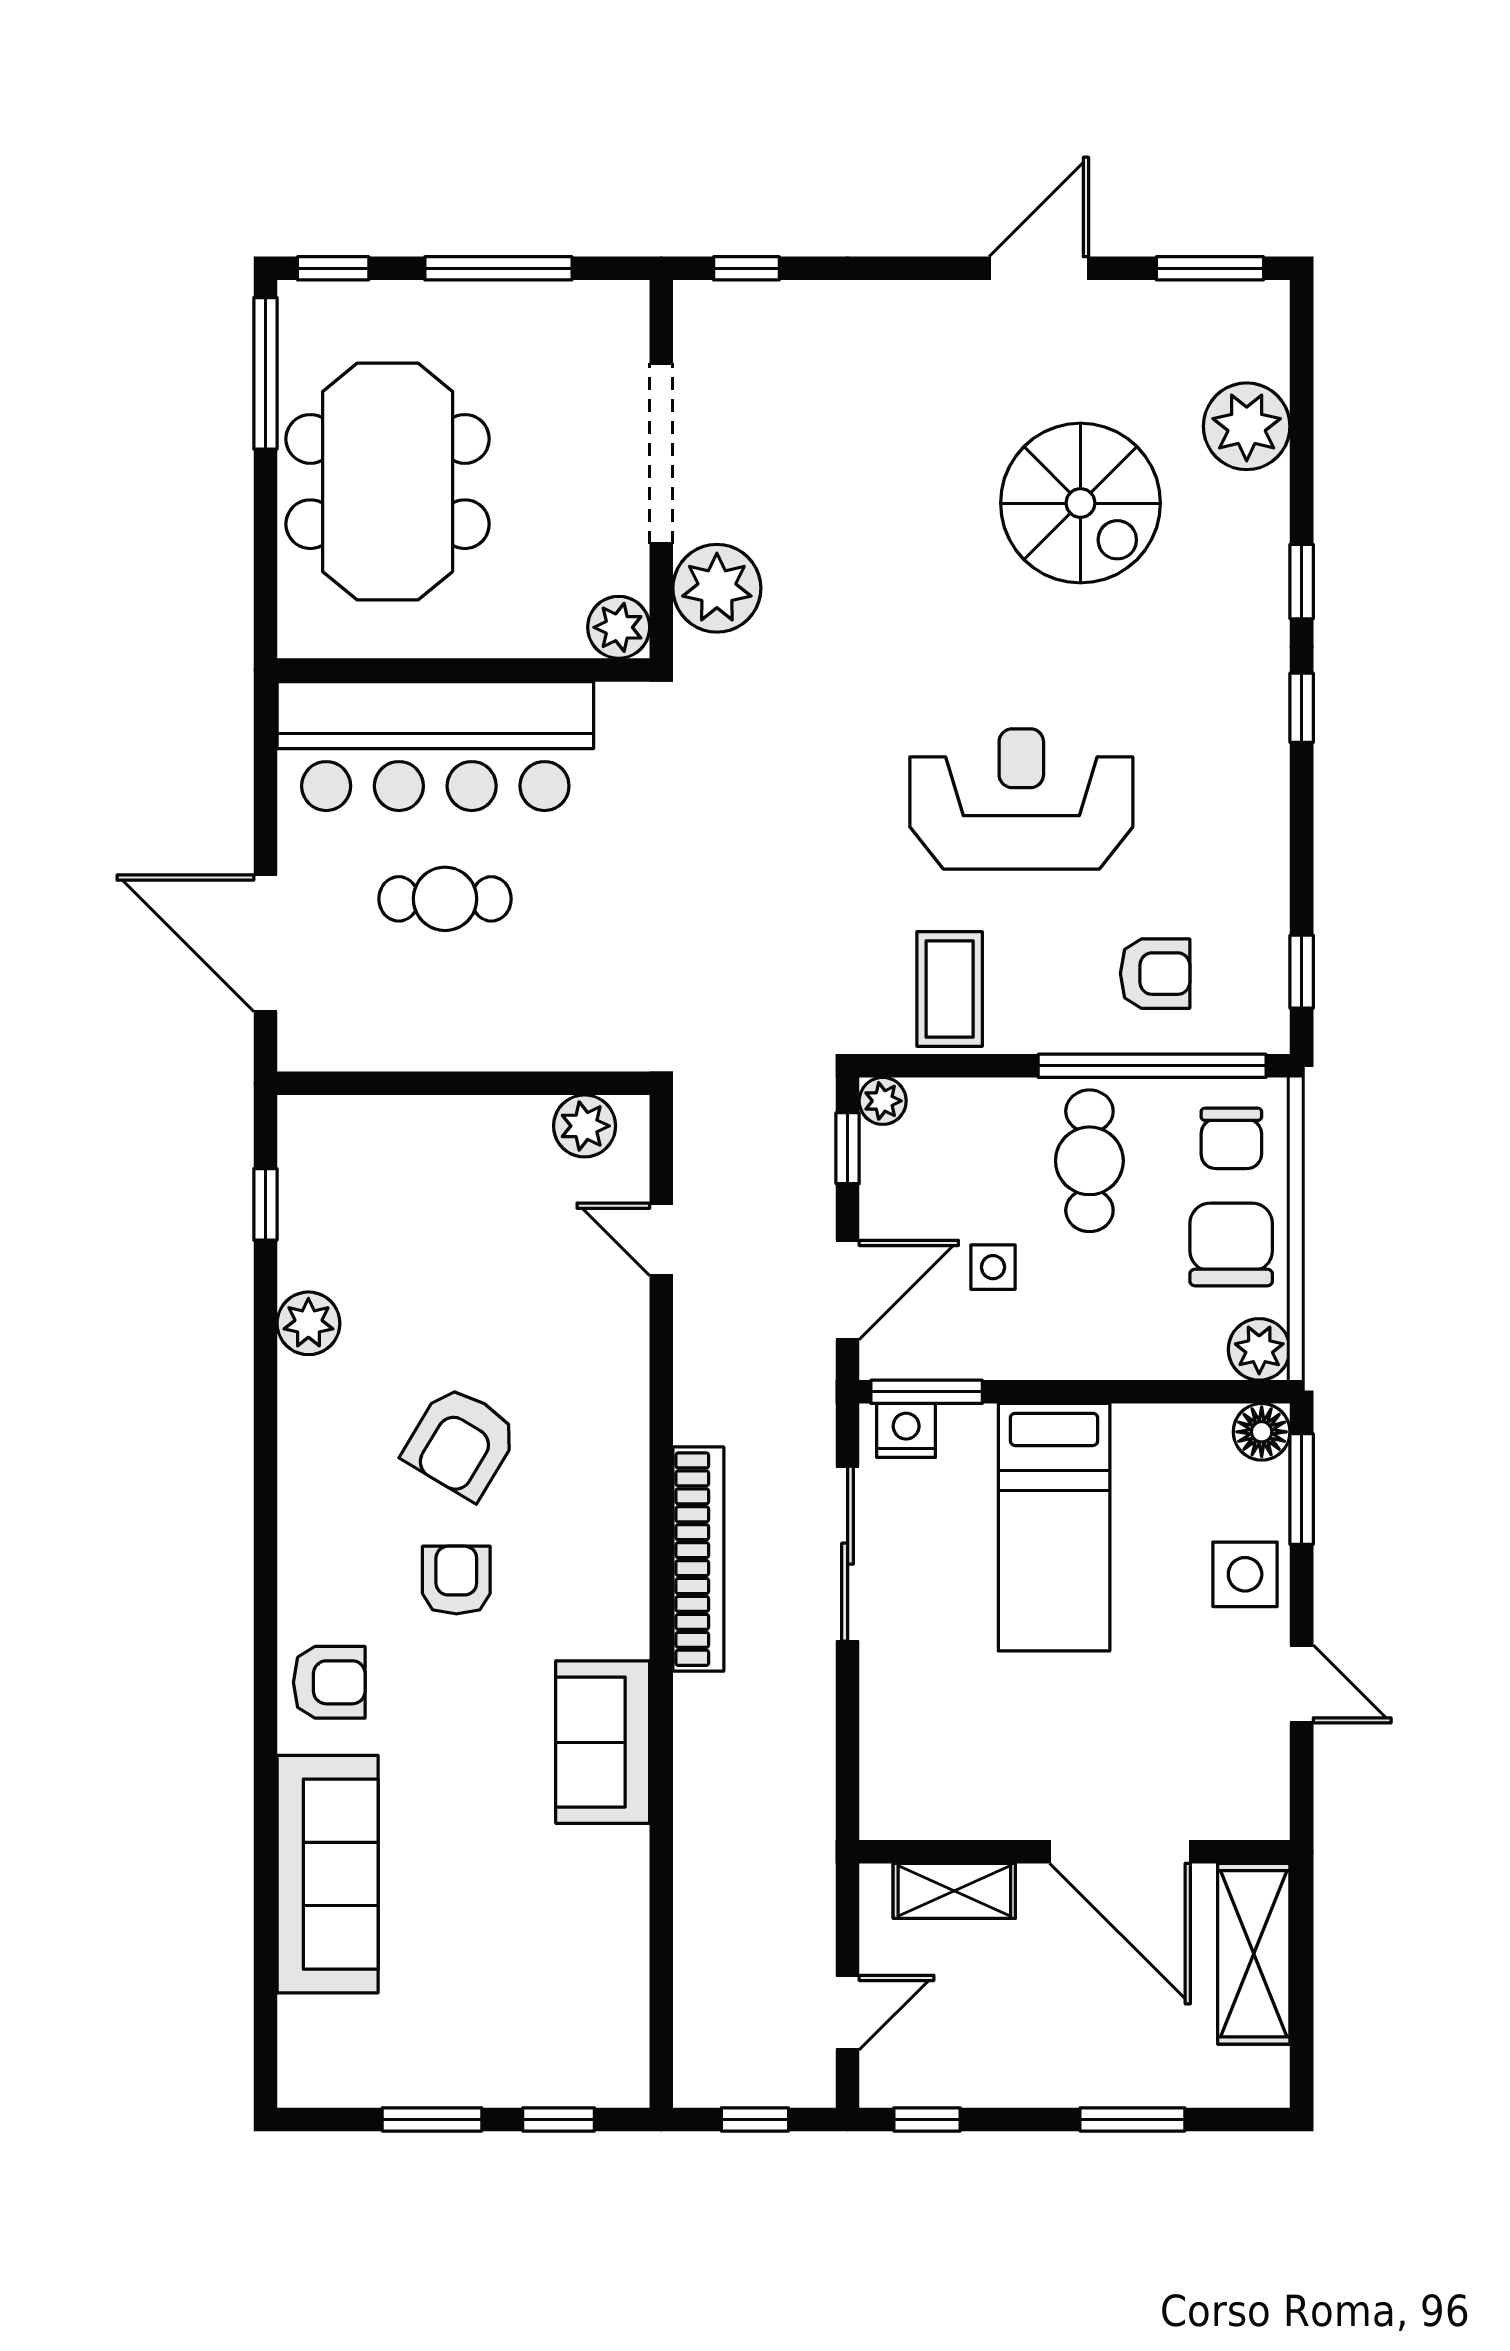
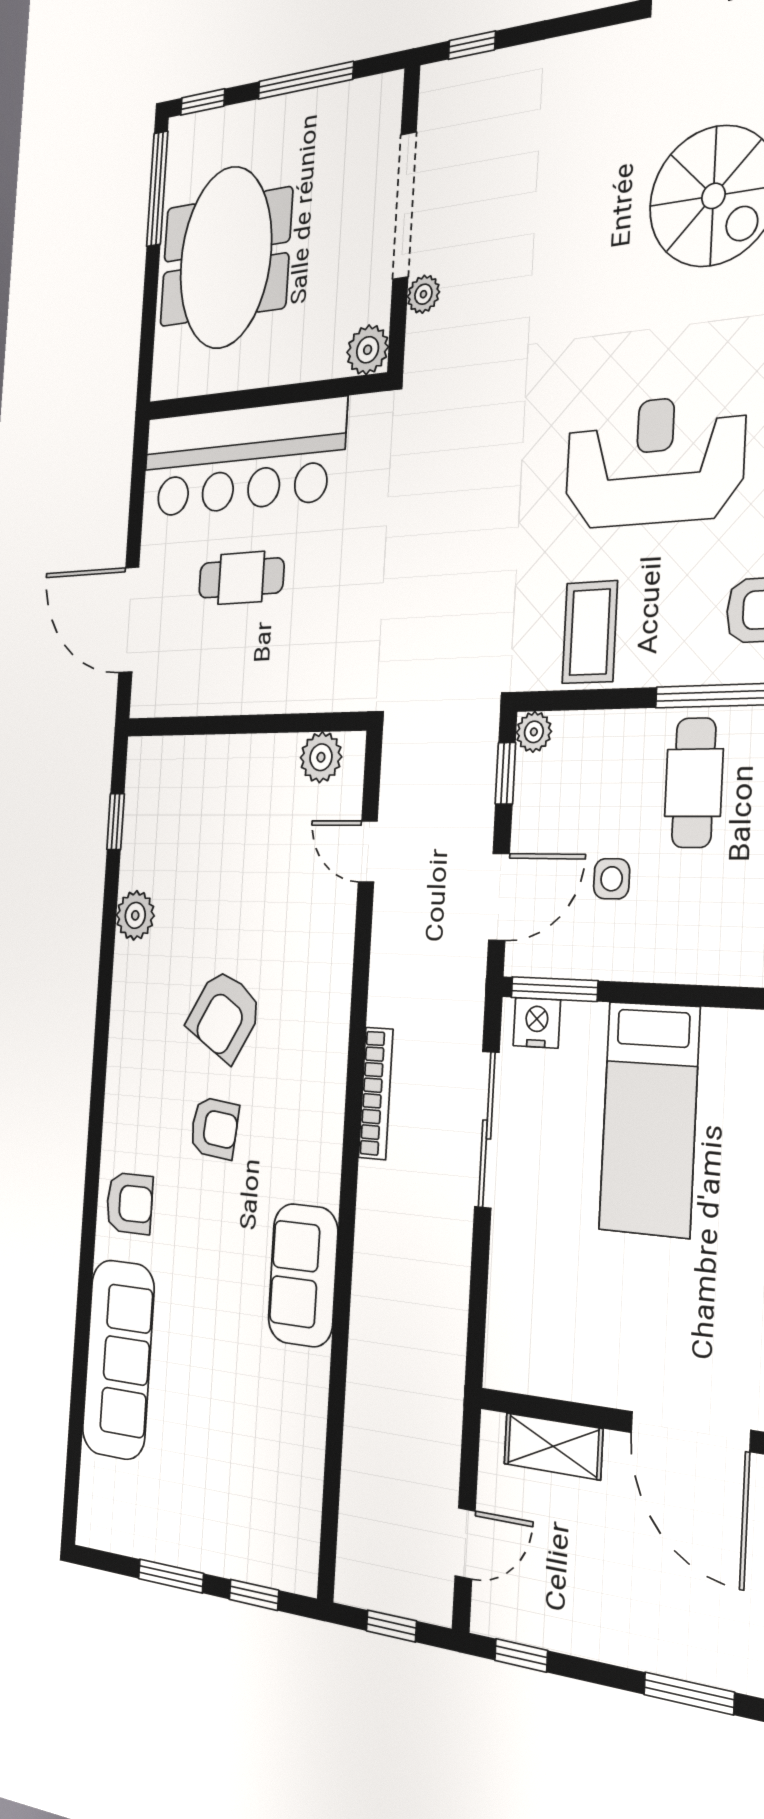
plant: (717, 588) -> (423, 294), width x0.53, depth x0.53
bookcase: (698, 1559) -> (376, 1093), width x0.68, depth x0.76
armchair: (456, 1580) -> (214, 1128), turned 96

